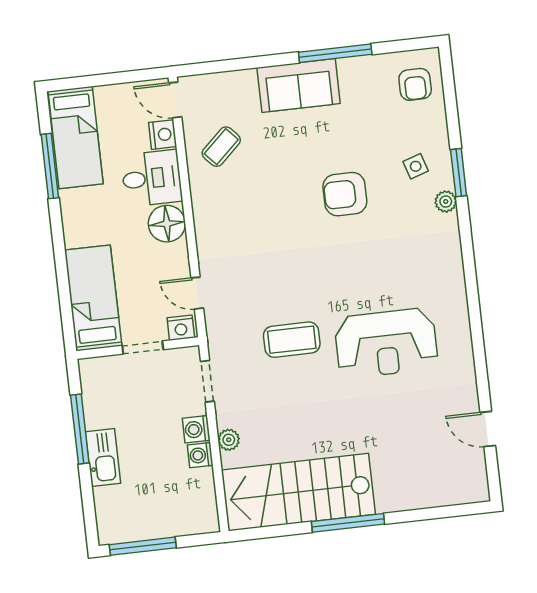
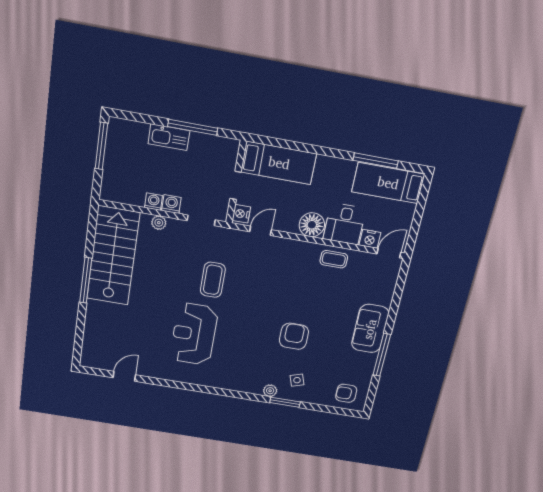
coffee table: (221, 147) -> (334, 259), moved, turned -47

